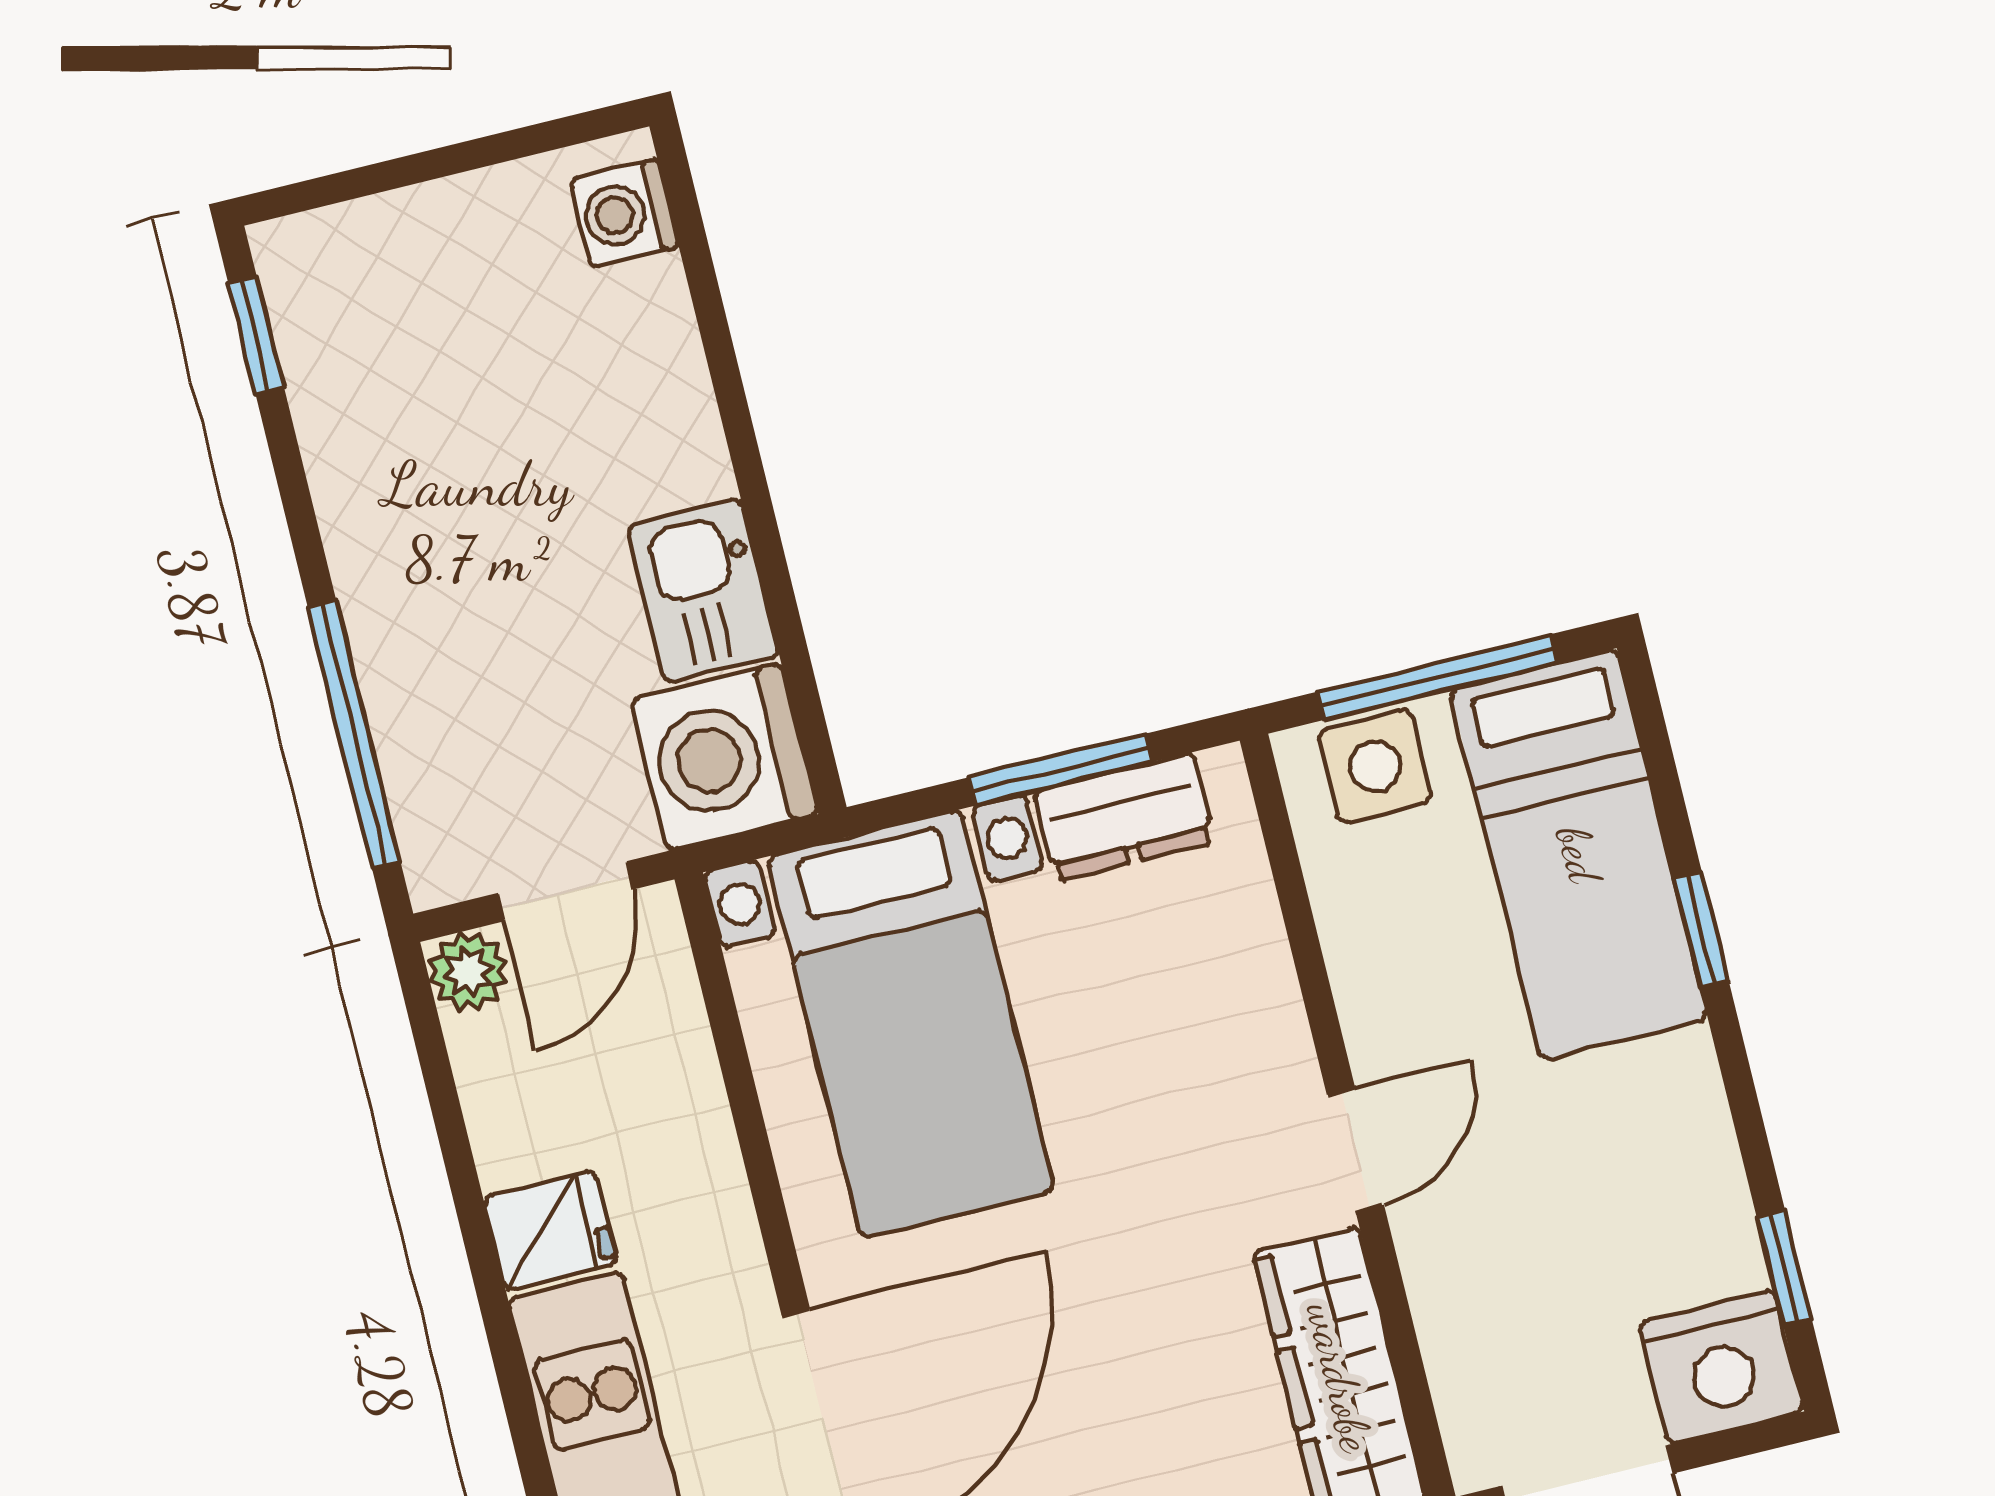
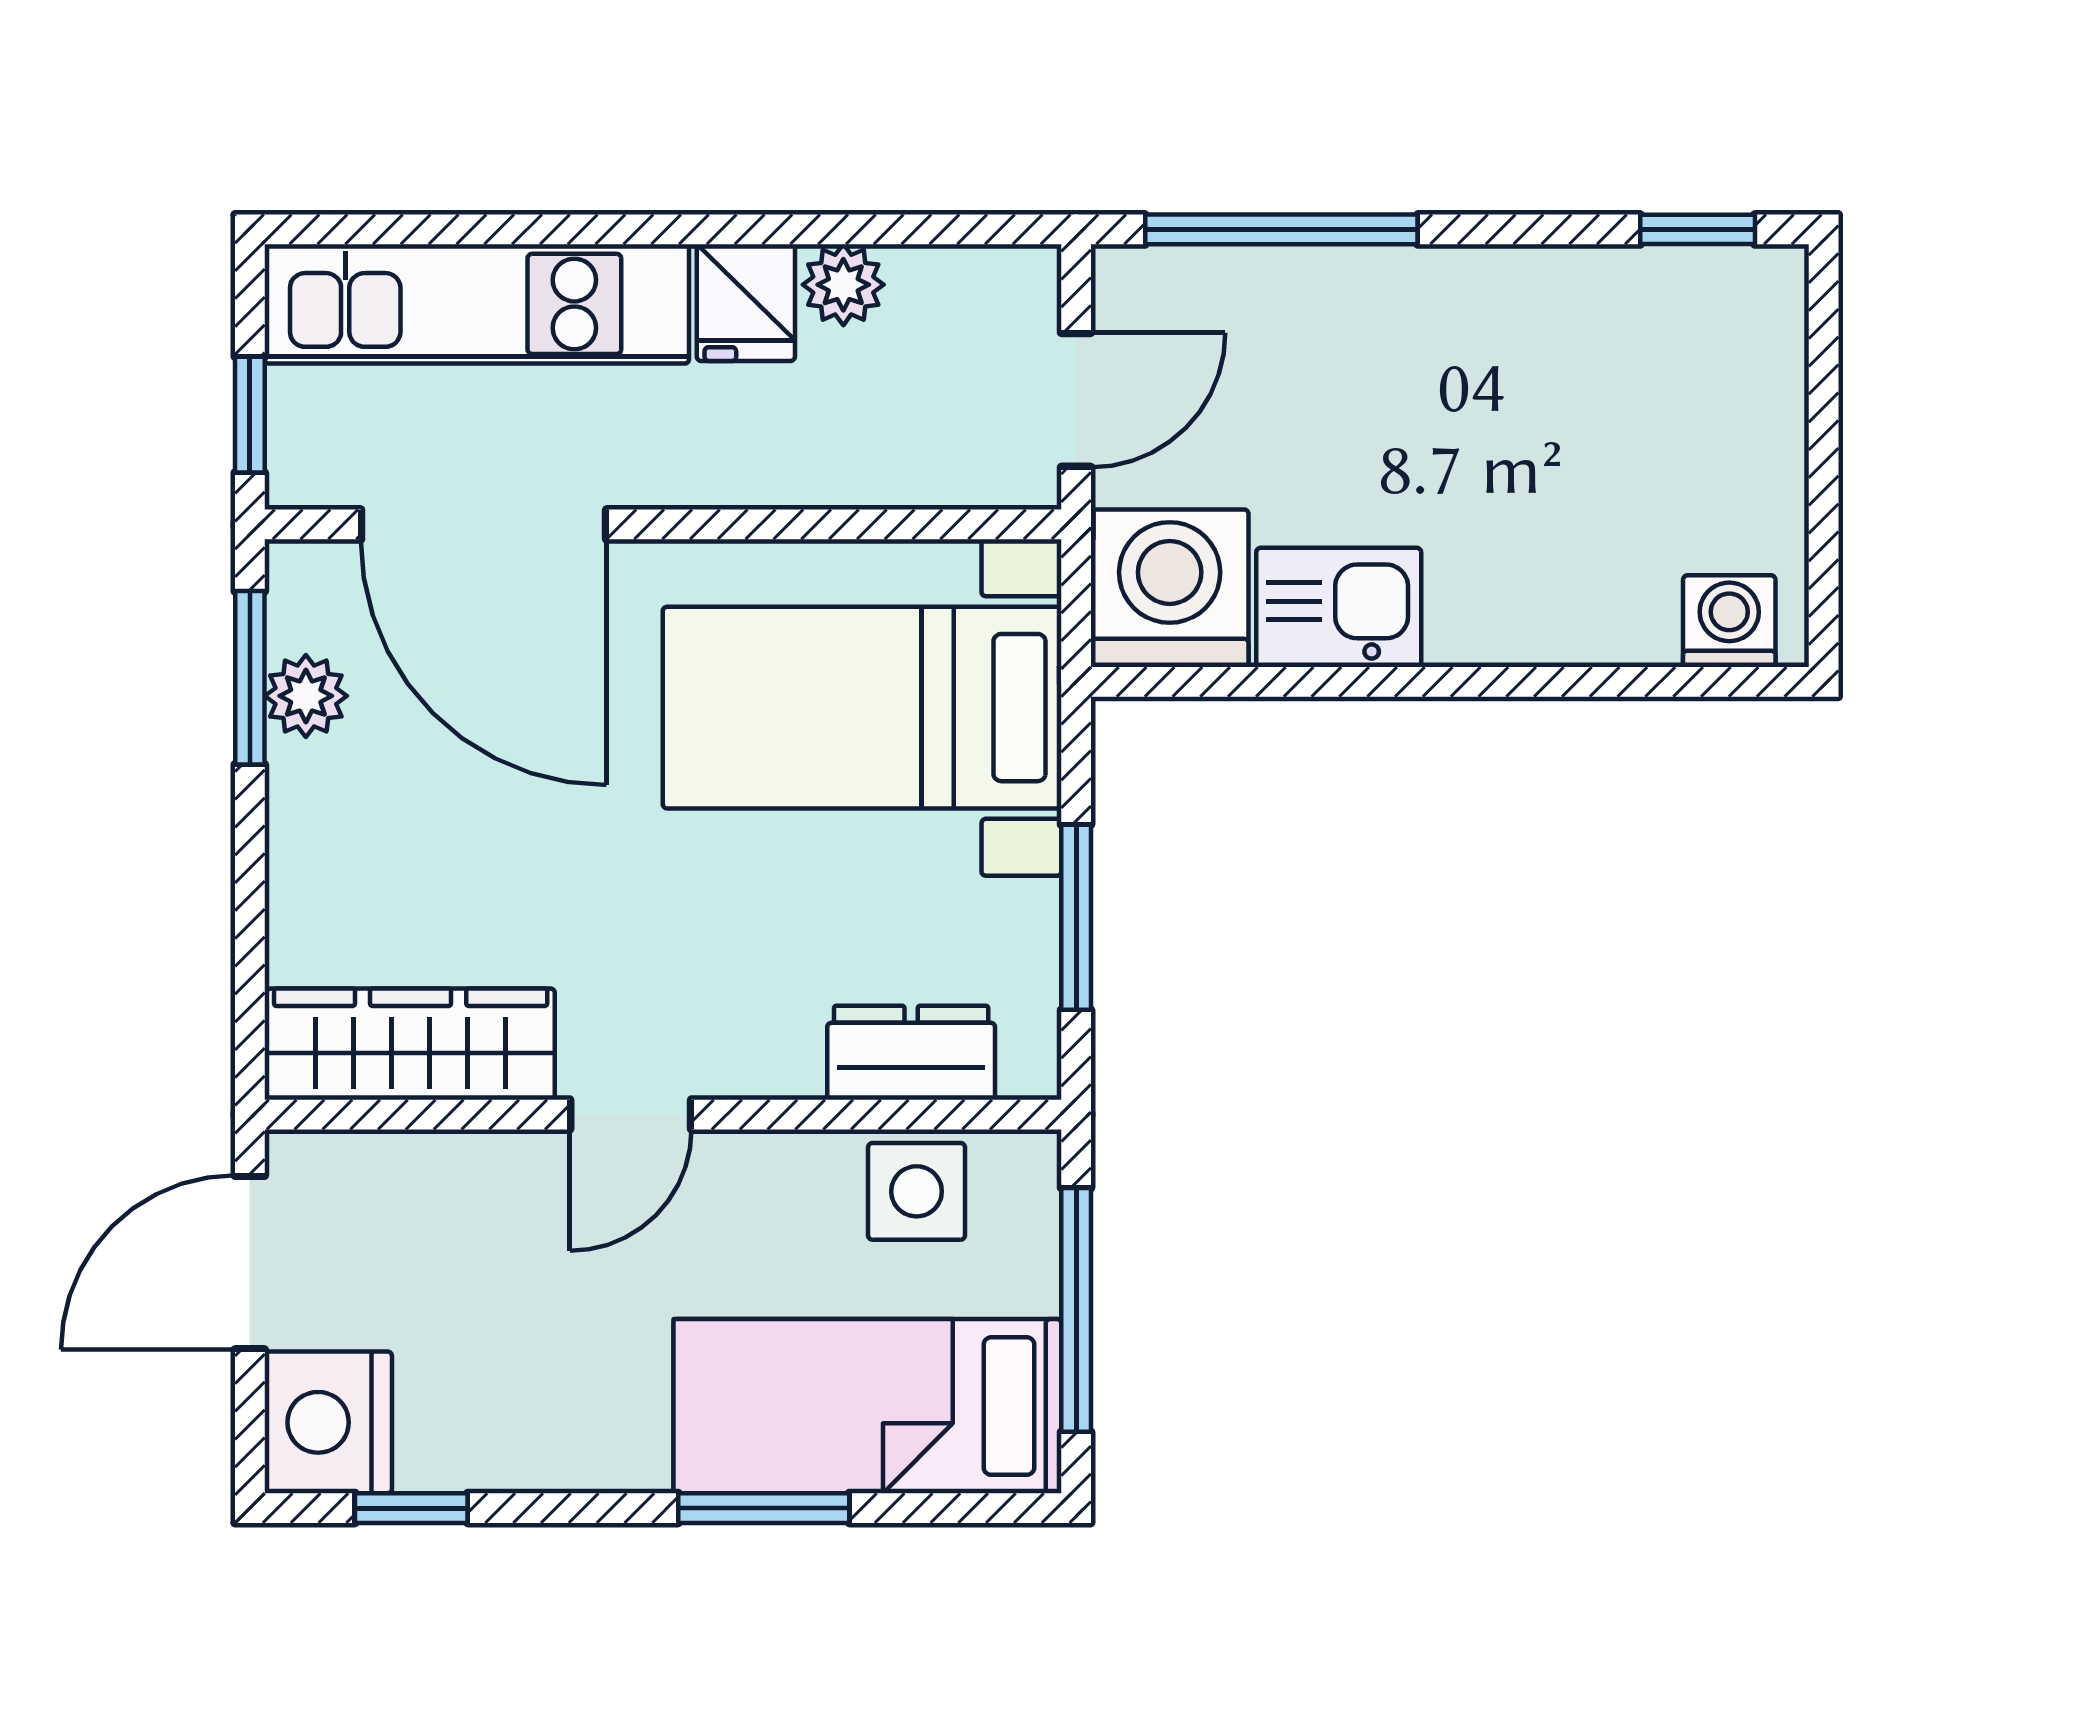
side table: (1375, 766) -> (917, 1191), moved
dresser: (1124, 817) -> (911, 1053), moved, turned 90
door: (566, 891) -> (1076, 400), swing flipped
window: (1701, 930) -> (764, 1508), width x1.50
plant: (468, 971) -> (843, 285), moved
door: (1355, 1150) -> (631, 1115), hinge flipped

